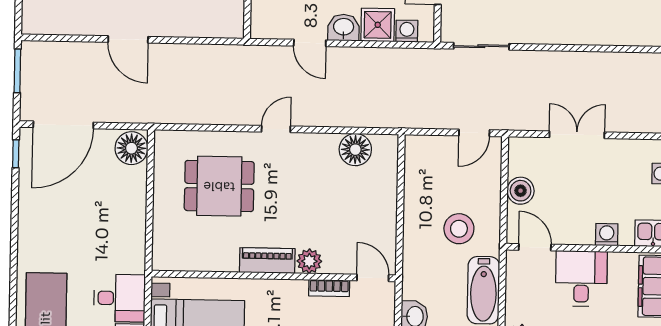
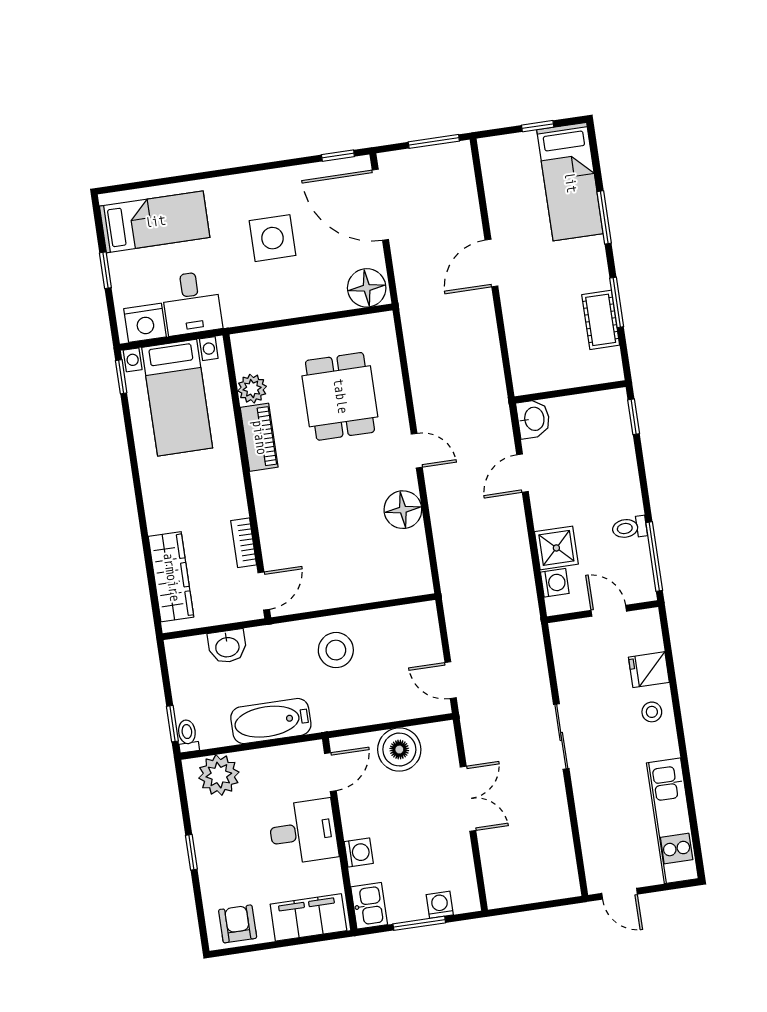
washbasin: (344, 27) -> (533, 419), moved
sliding door: (481, 46) -> (561, 736), moved
floor lamp: (355, 150) -> (403, 510), moved
boiler: (521, 191) -> (399, 750), width x1.37, depth x1.37
side table: (76, 221) -> (272, 238), added
stool: (459, 229) -> (336, 650), moved
piano: (267, 261) -> (259, 437), moved
plant: (309, 261) -> (252, 389), moved

